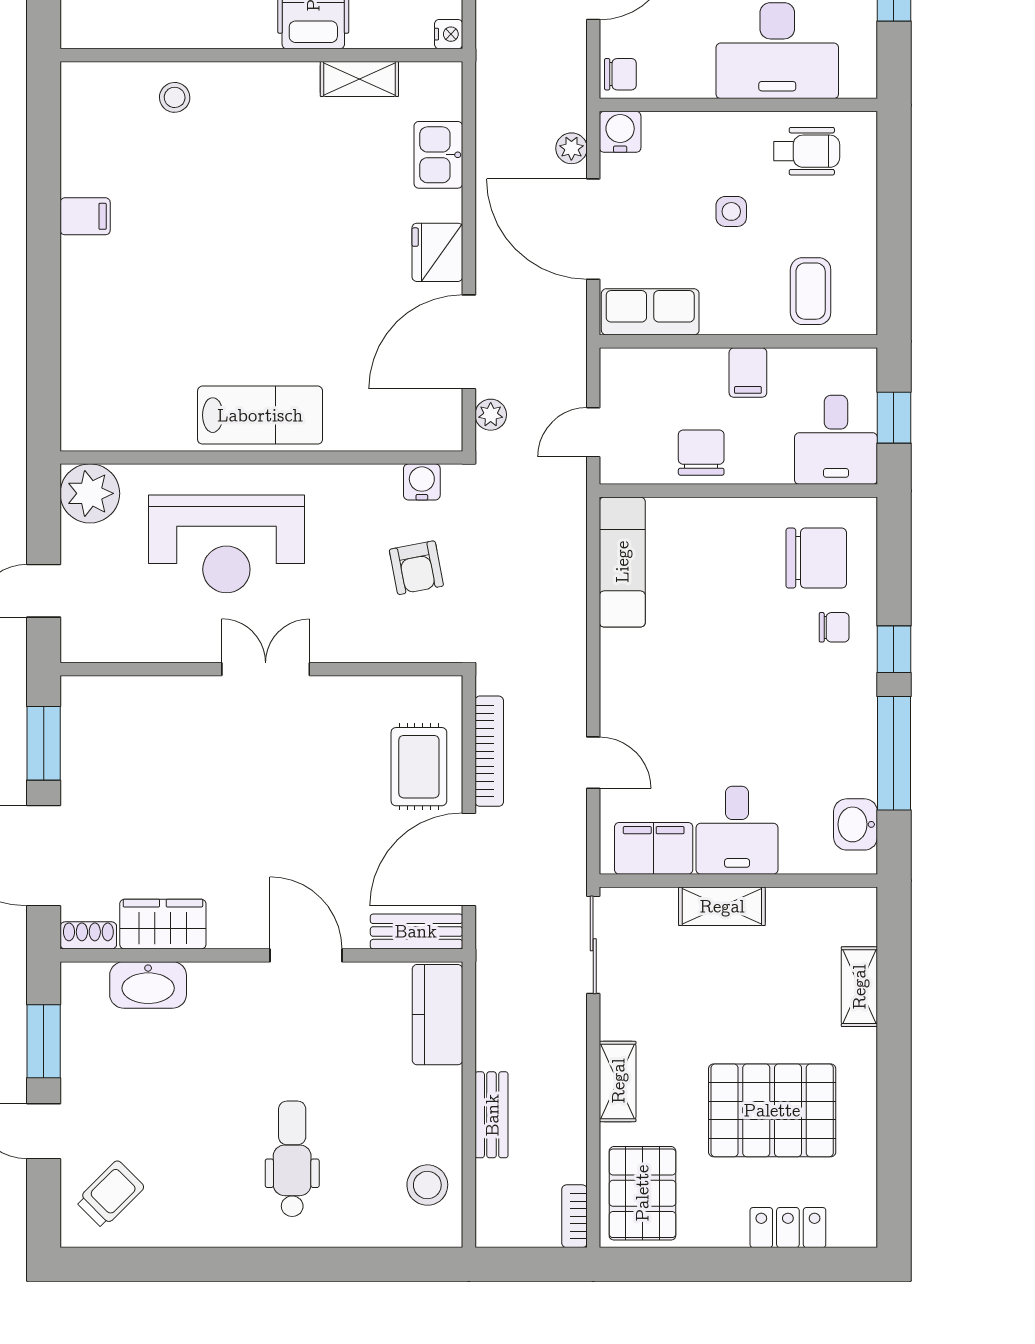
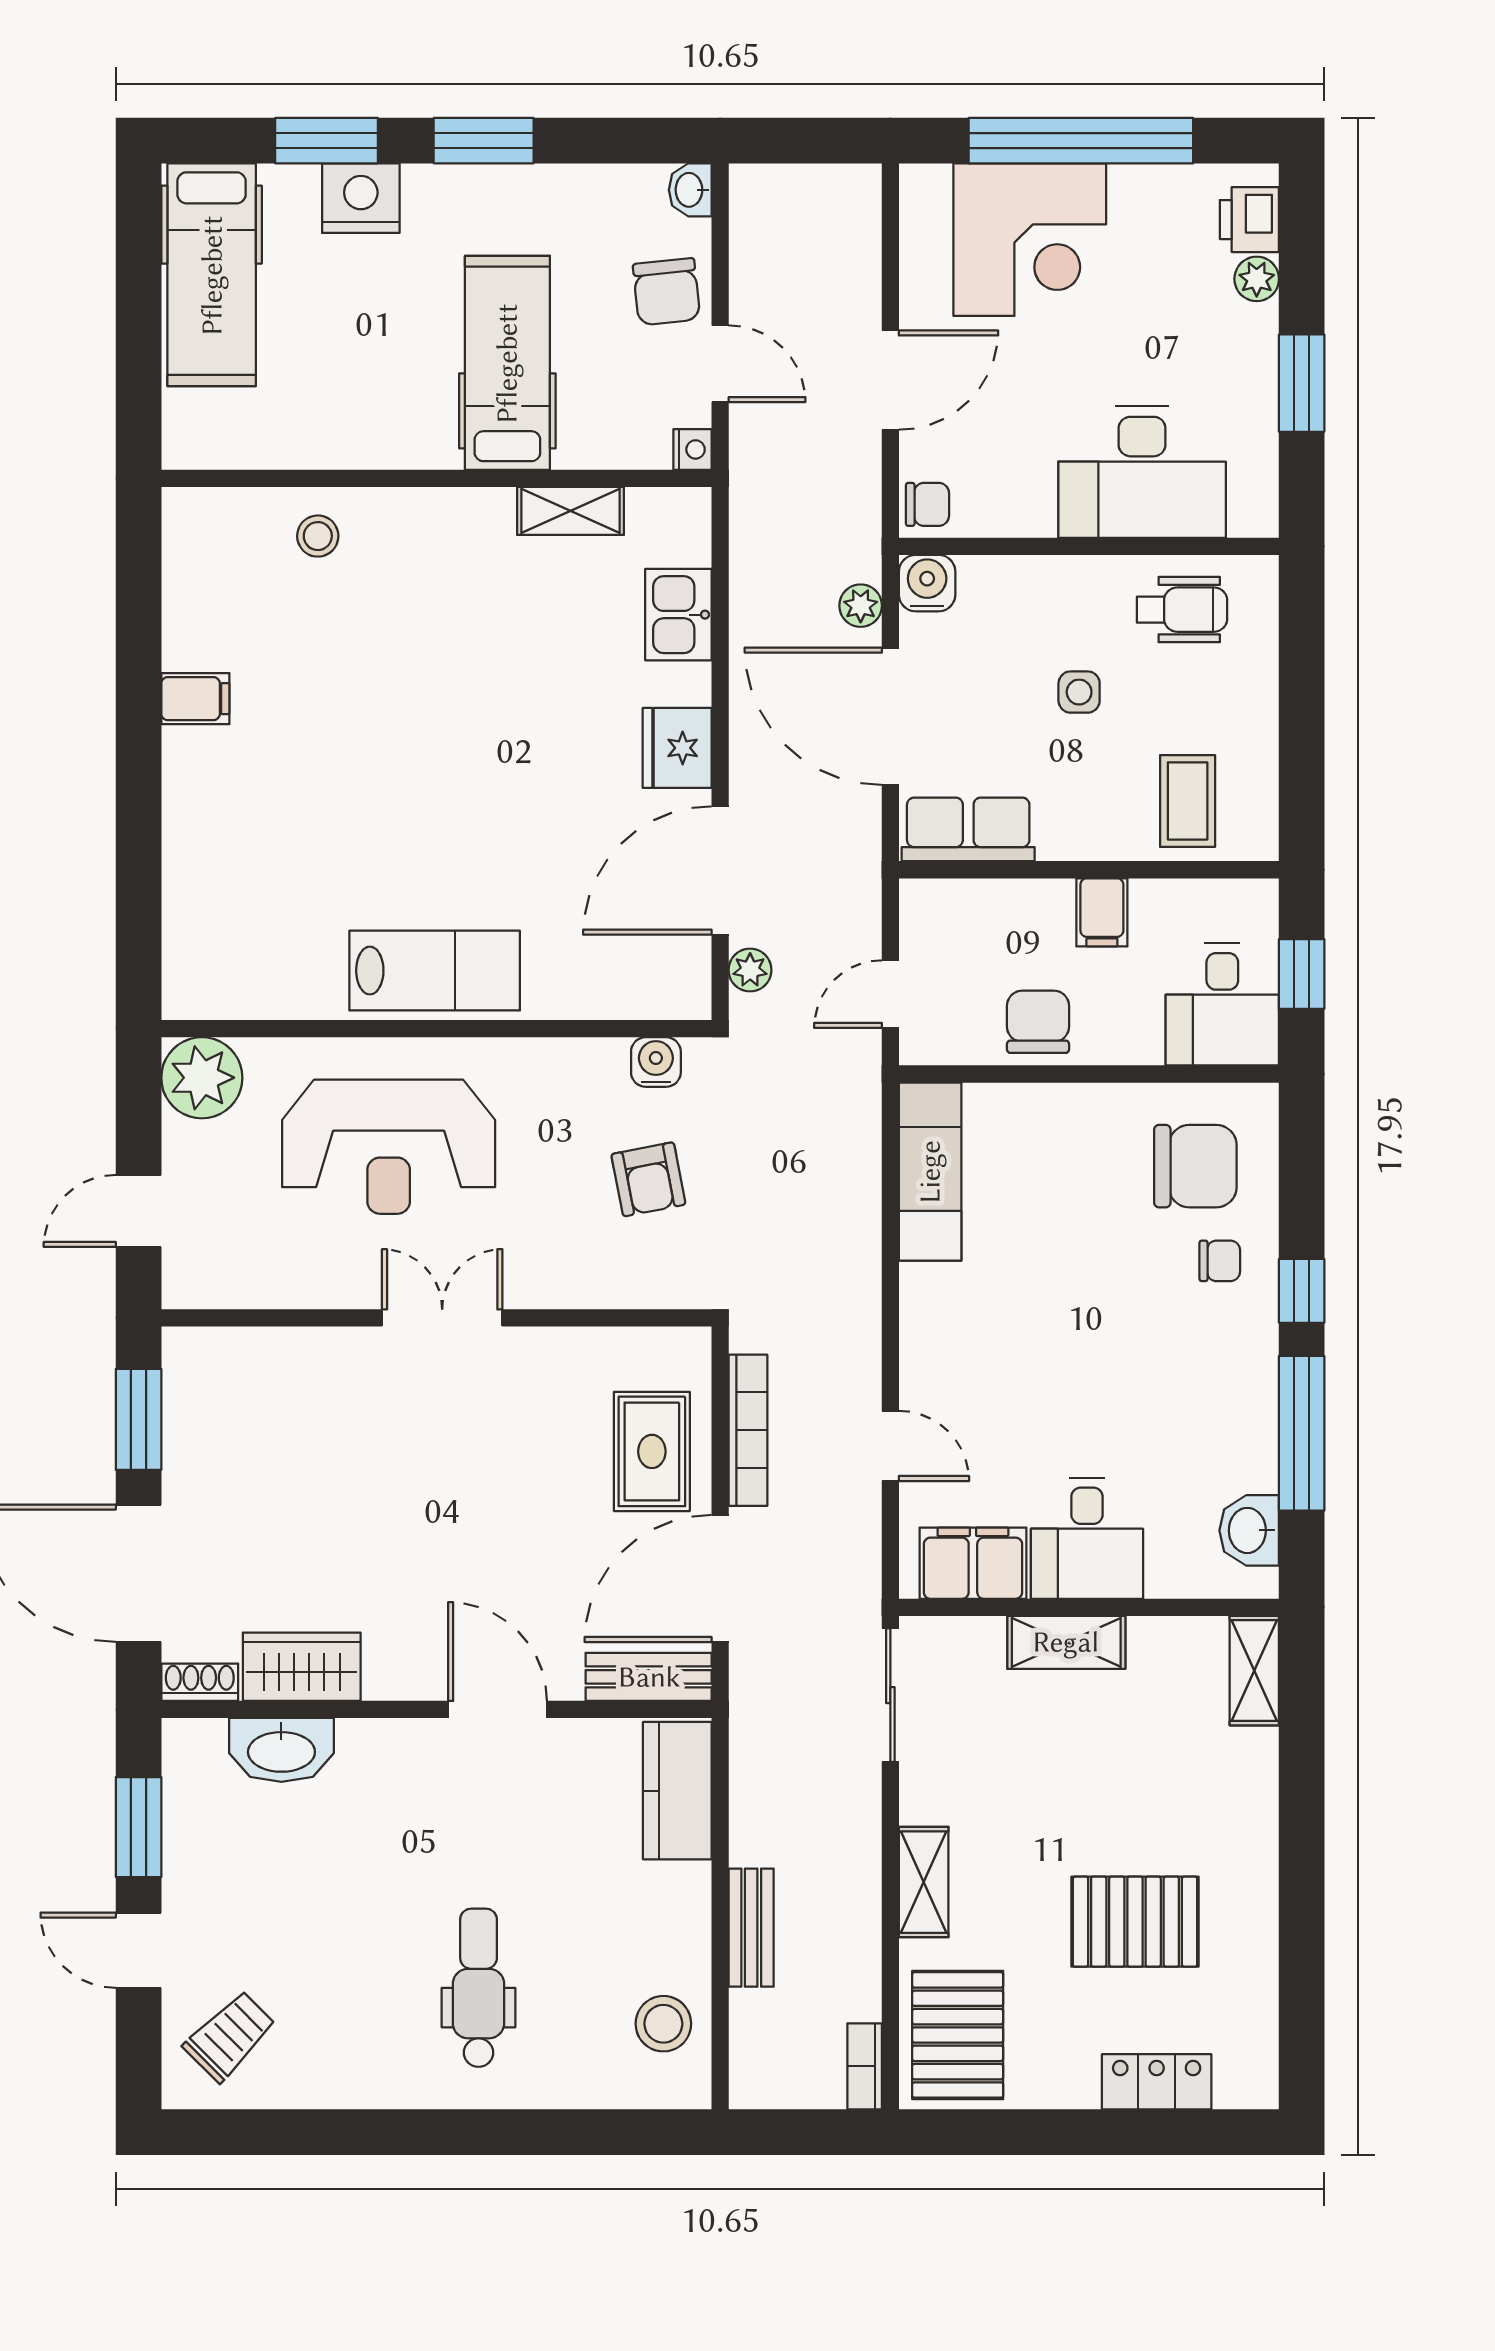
shelving: (859, 987) -> (1254, 1671), moved
pallet: (772, 1110) -> (1135, 1922), width x0.73, depth x0.71

